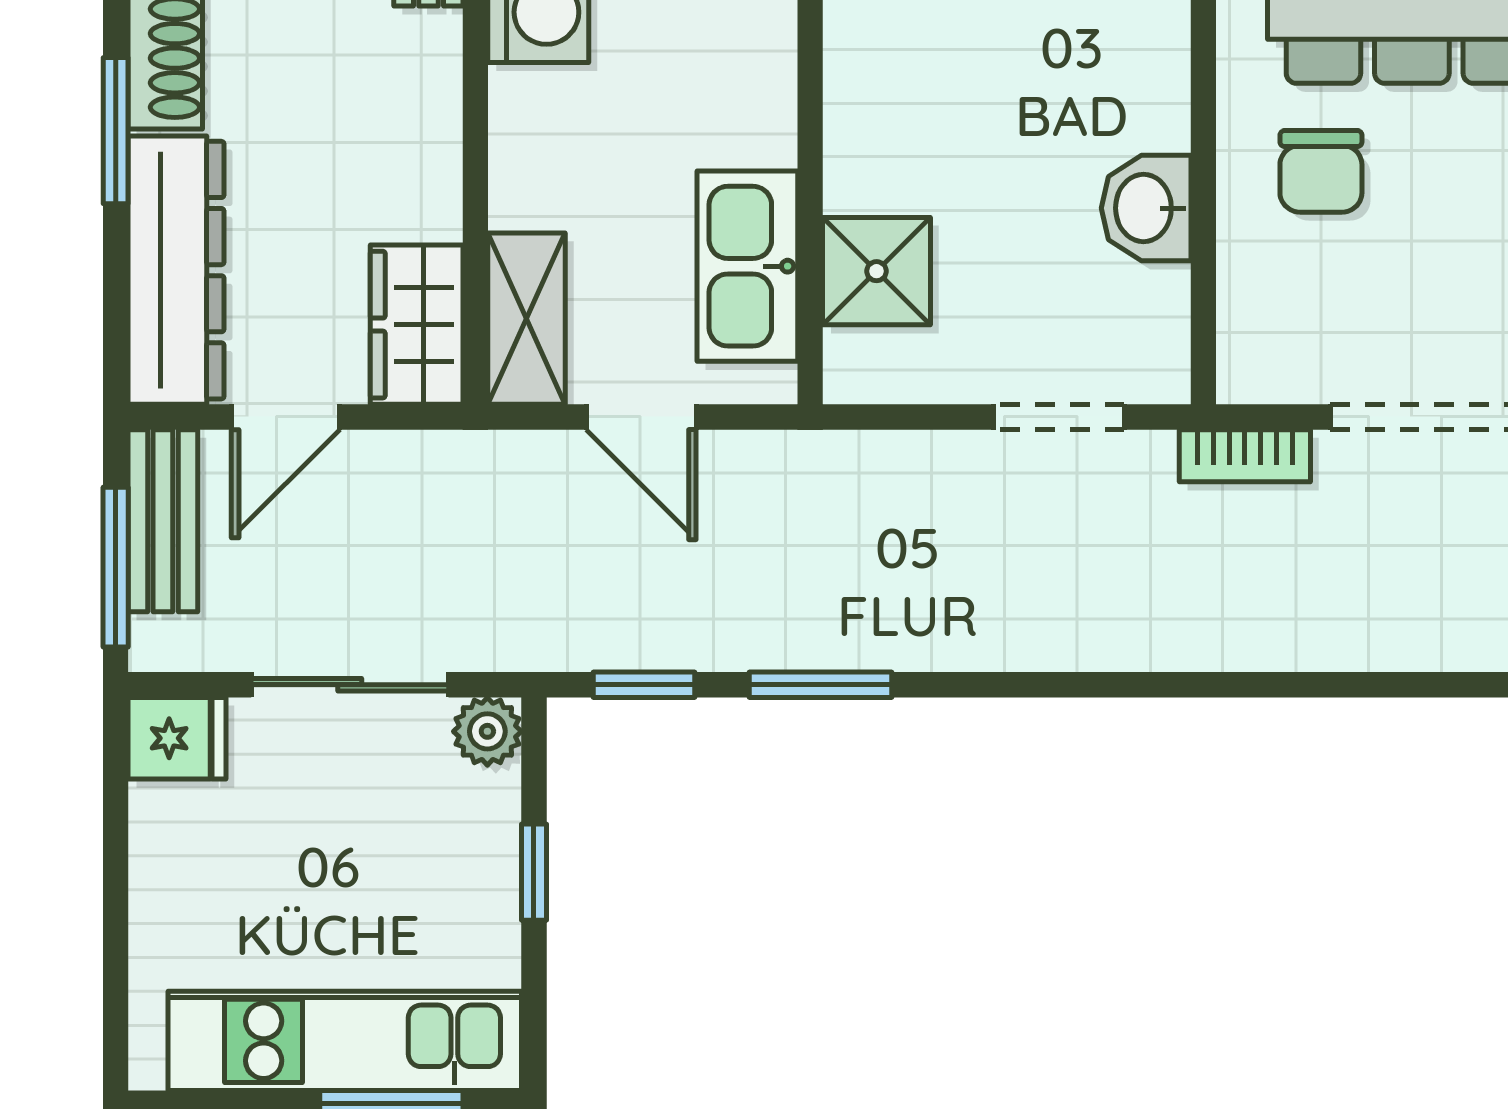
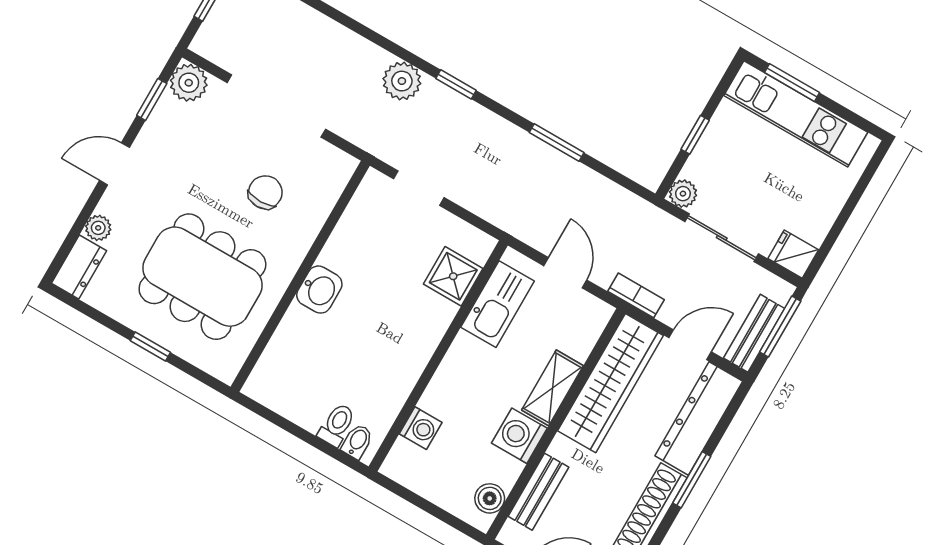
chair: (1321, 171) -> (265, 192), moved
washbasin: (1146, 208) -> (319, 290), moved
shelving: (527, 319) -> (552, 388), moved
wardrobe: (417, 325) -> (610, 383), width x2.10, depth x1.17
bookcase: (1245, 456) -> (636, 295), moved
plant: (1227, 625) -> (402, 81), added
window: (644, 685) -> (456, 84), moved

